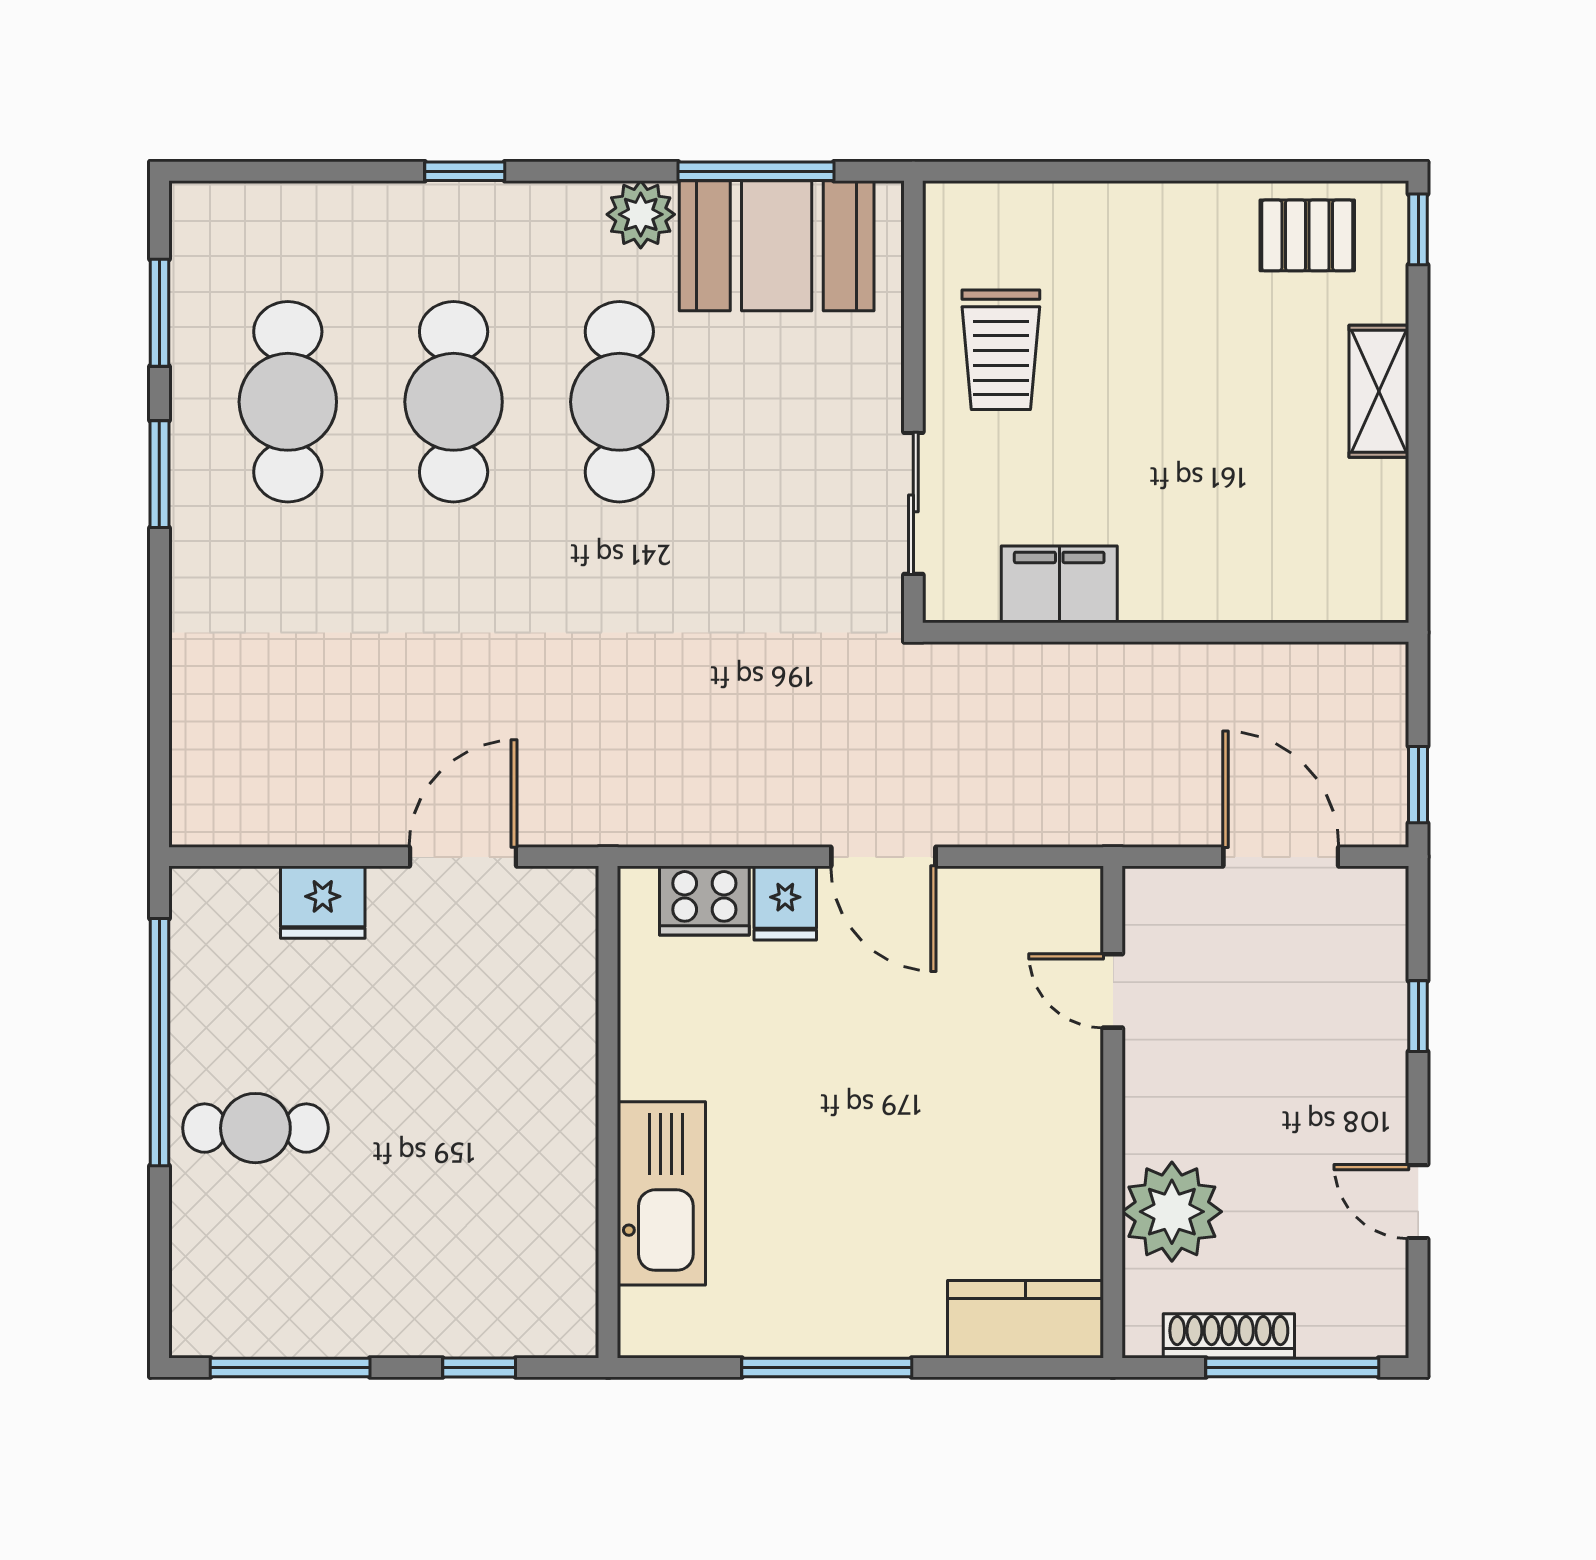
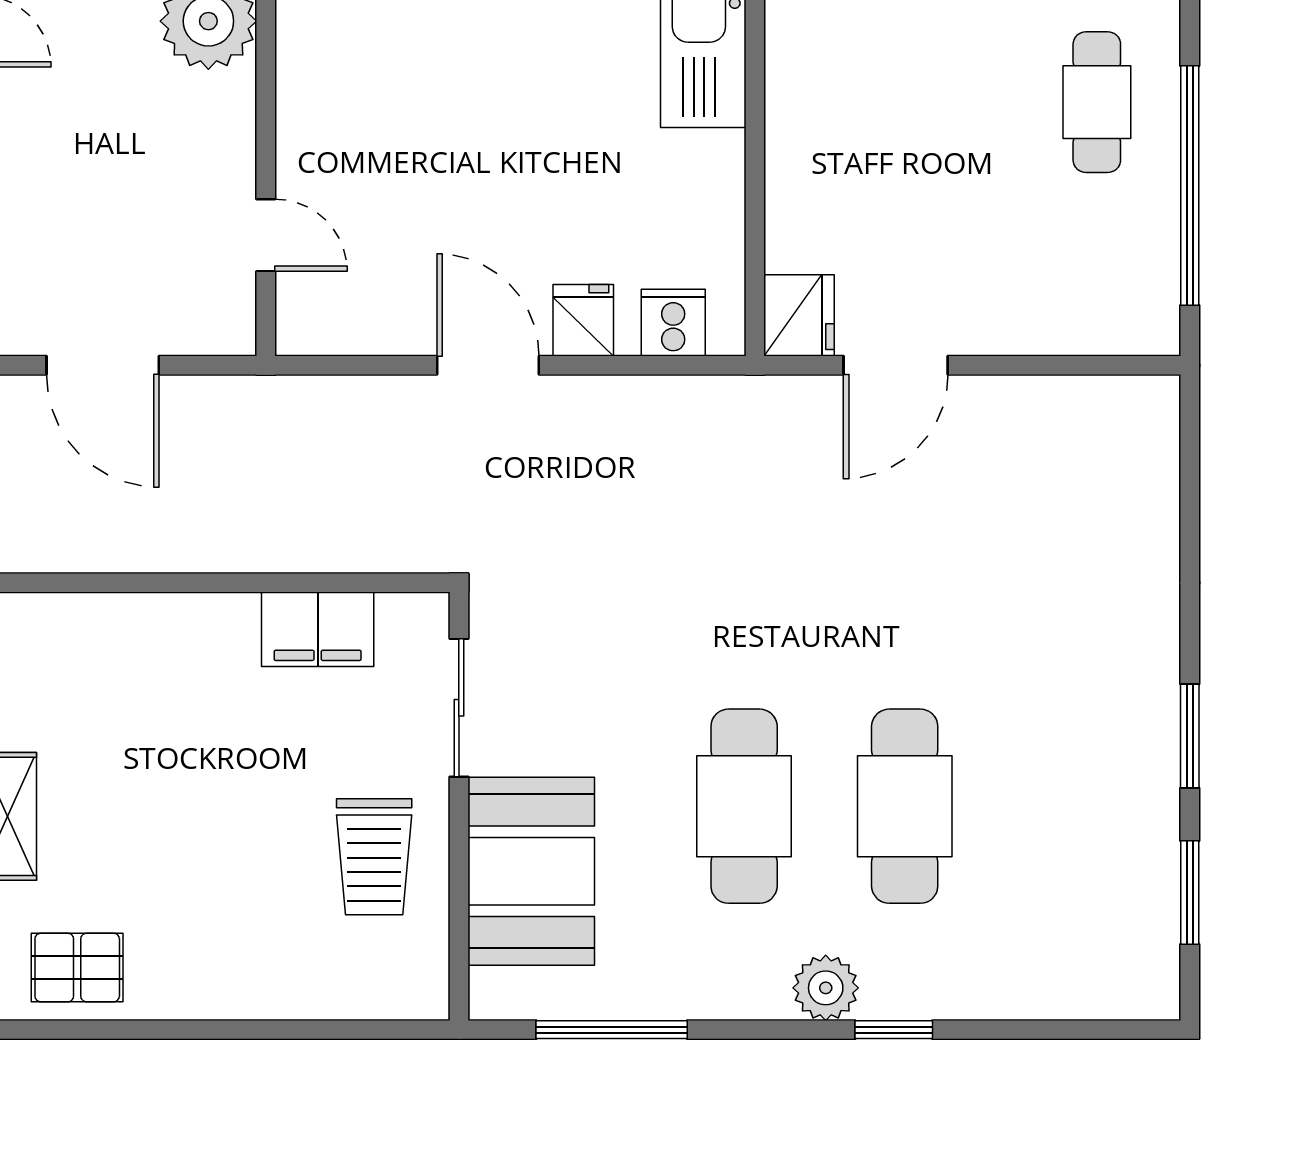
plant: (641, 214) -> (826, 988), moved
booth: (777, 246) -> (531, 871), moved, turned 90
trolley: (1001, 350) -> (374, 857), turned 180
cafe table: (288, 402) -> (1065, 806), removed
cooker: (704, 901) -> (673, 323), width x0.73
fridge: (323, 902) -> (799, 315), moved, turned 90
cafe table: (255, 1128) -> (1097, 102), turned 90

